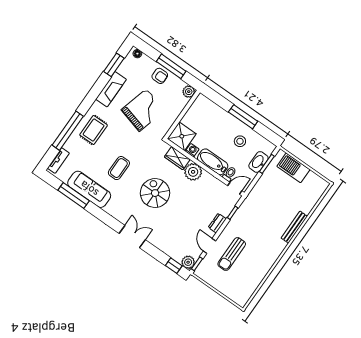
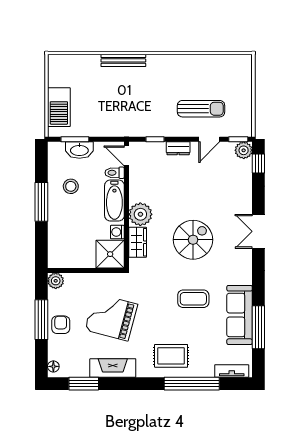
spiral stairs: (155, 193) -> (193, 240), turned 180

